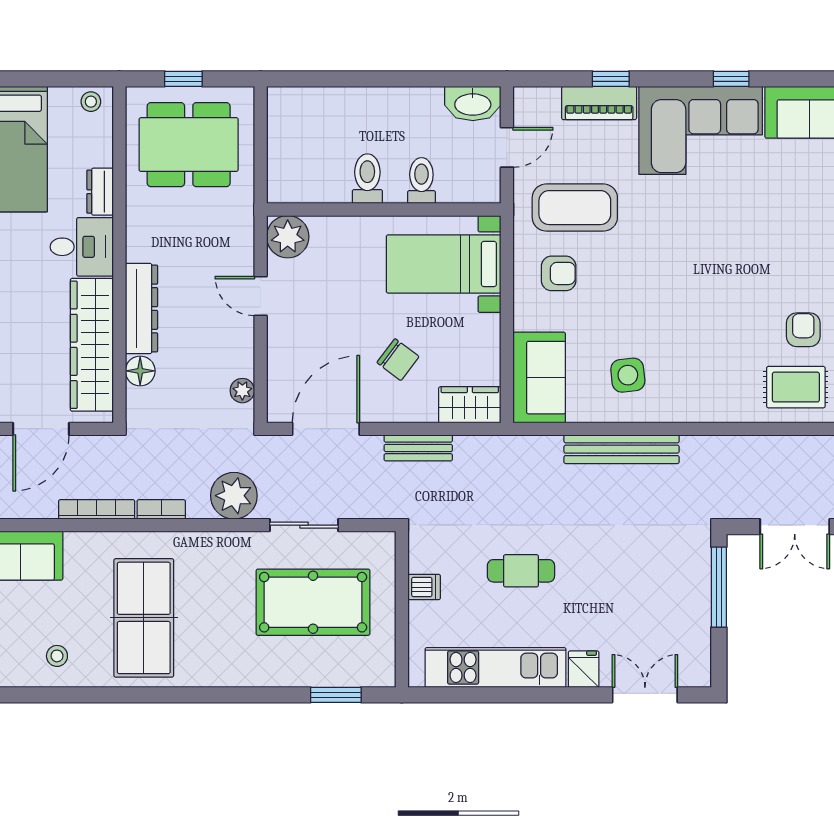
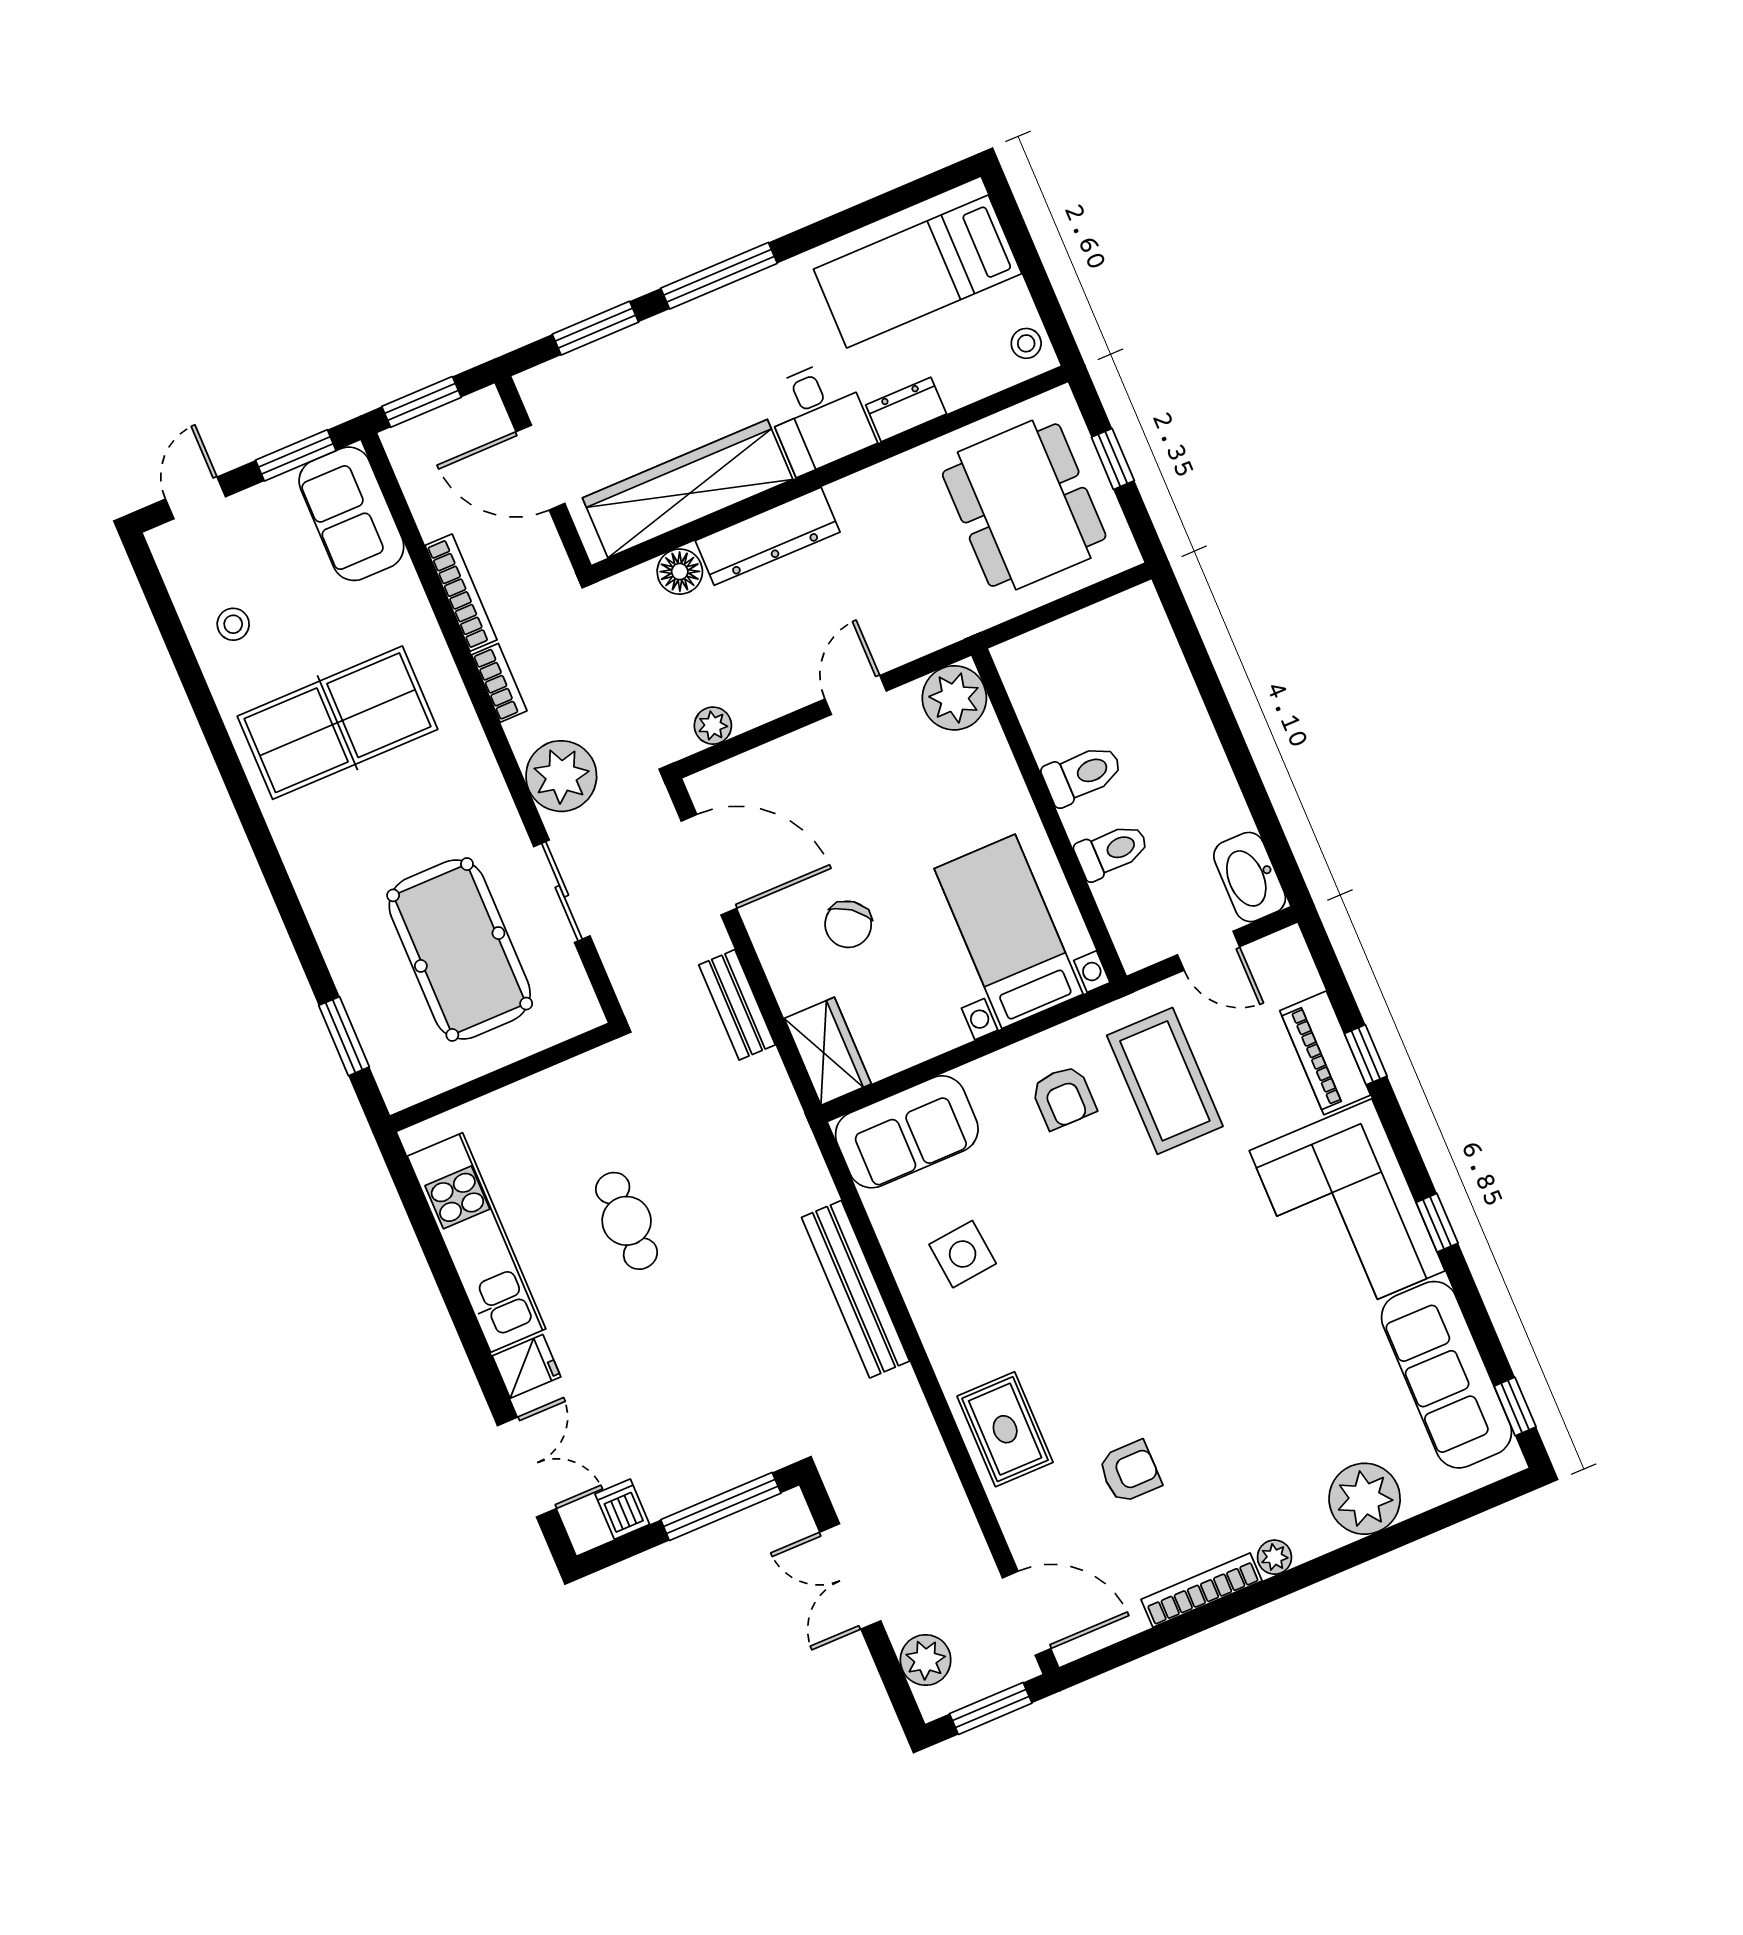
rug: (796, 387) -> (1005, 1429), moved
dishwasher: (424, 587) -> (622, 1509), moved, turned 180

